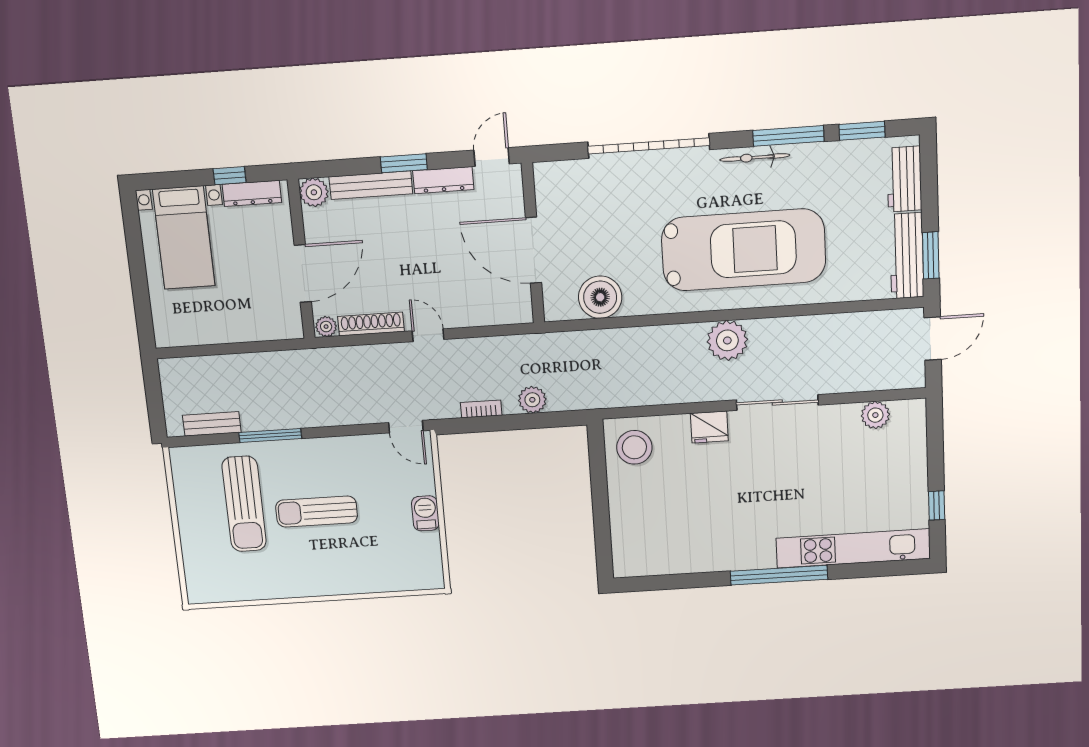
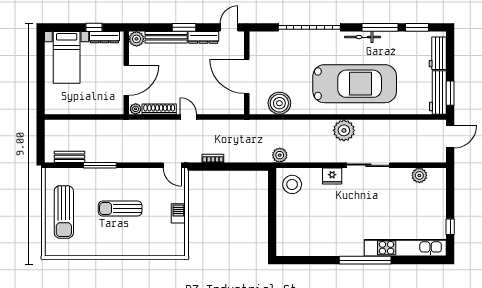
plant: (532, 400) -> (280, 155), moved
sun lounger: (244, 504) -> (64, 212), moved

